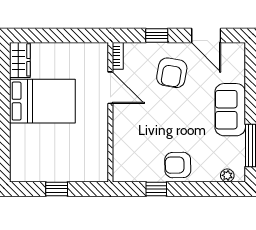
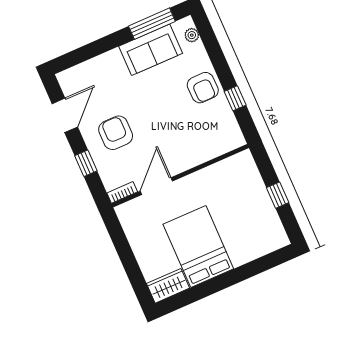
armchair: (172, 73) -> (116, 133), turned -100
sofa: (230, 110) -> (151, 50), moved

